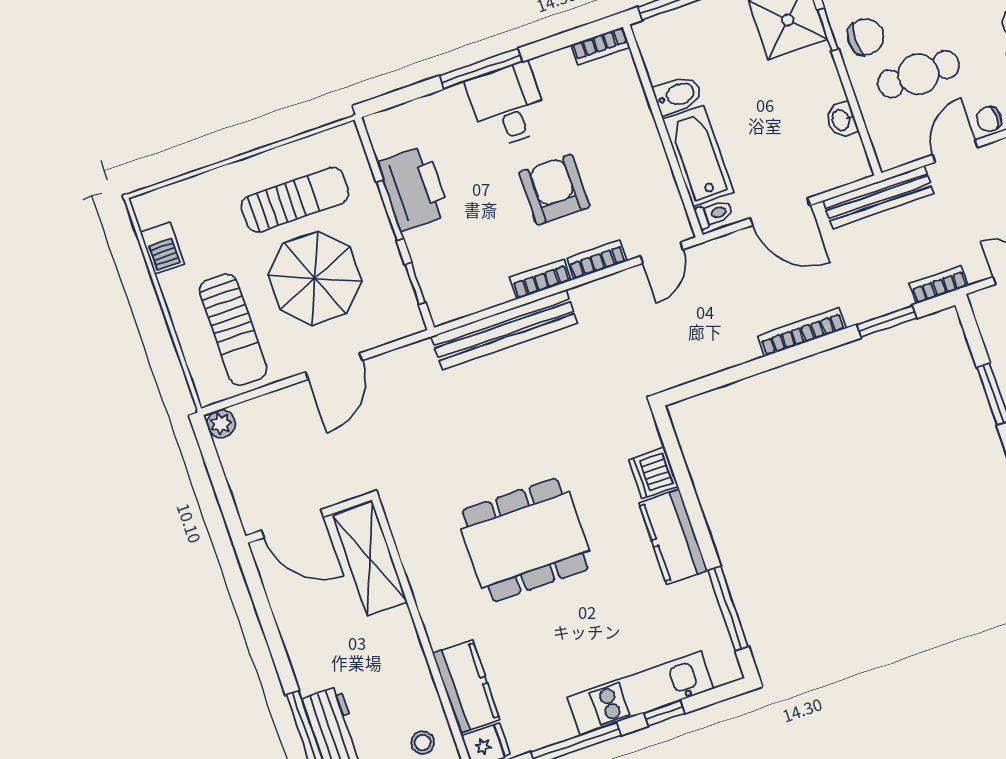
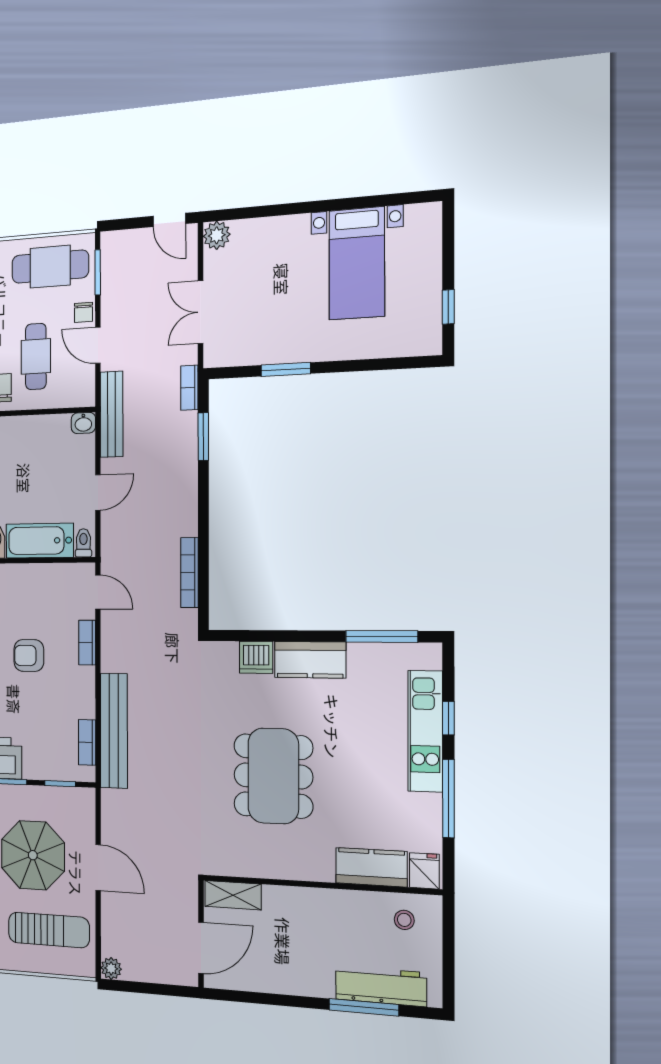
washbasin: (842, 120) -> (83, 423), moved
armchair: (554, 190) -> (29, 655), width x0.72, depth x0.72
door: (780, 212) -> (98, 493), width x0.73
bookcase: (540, 279) -> (87, 742), moved
bookcase: (802, 332) -> (189, 572), moved
shelving: (370, 559) -> (233, 895), width x0.67, depth x0.75

